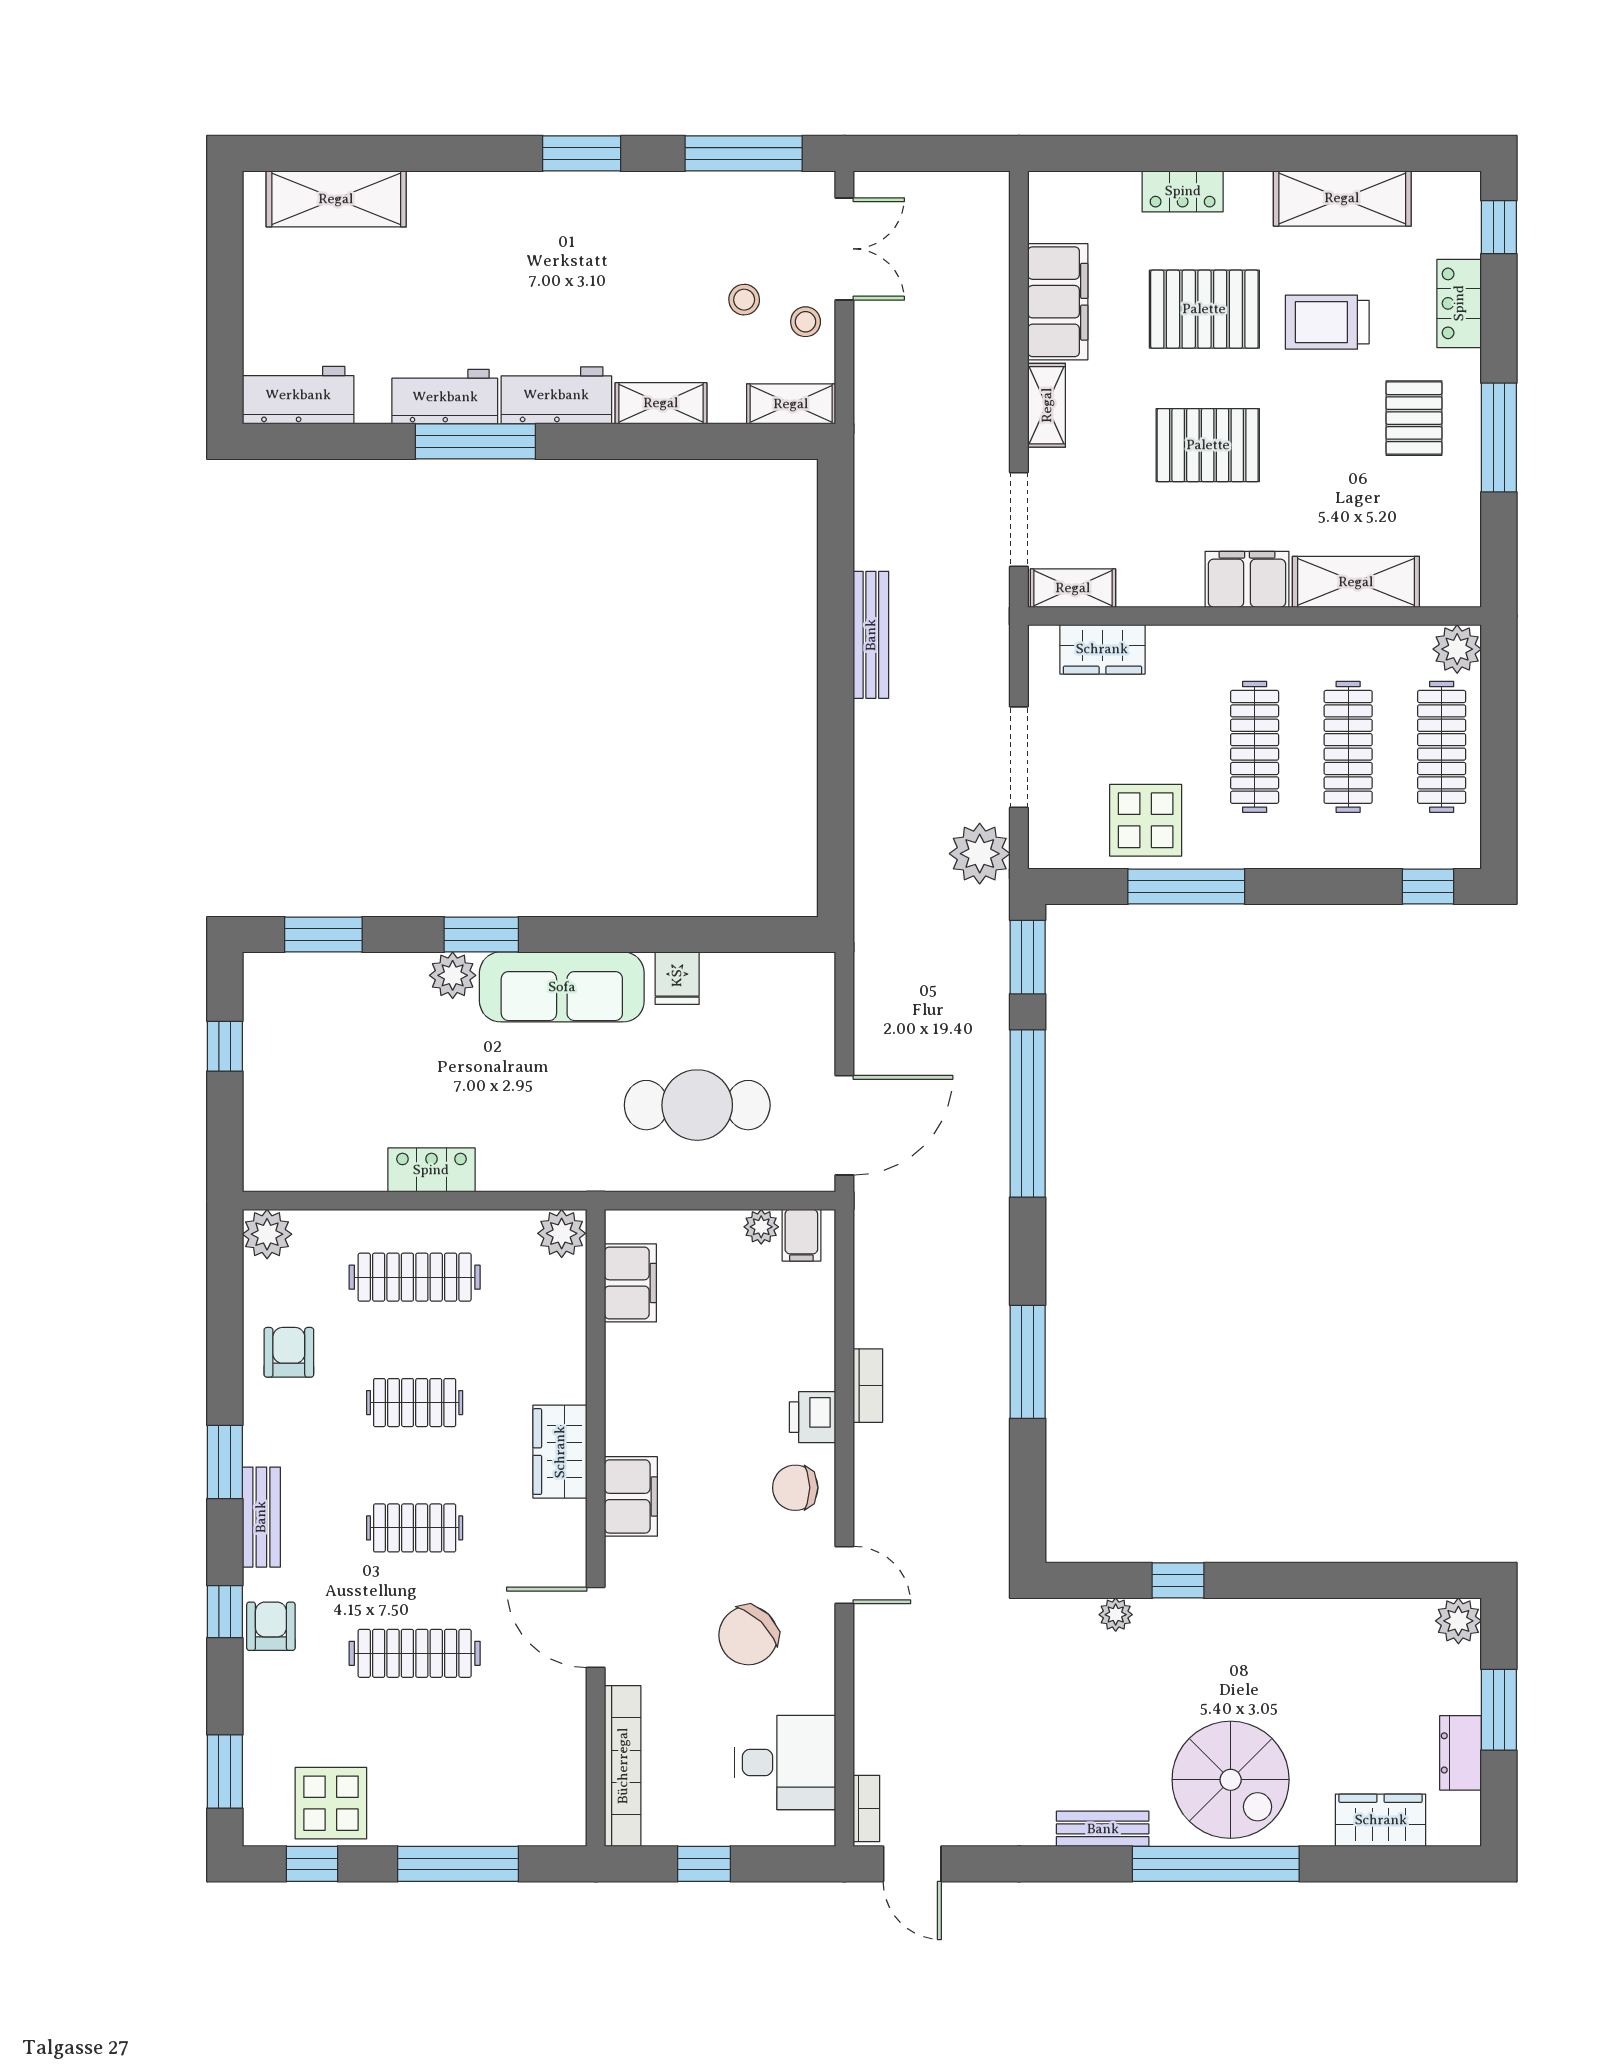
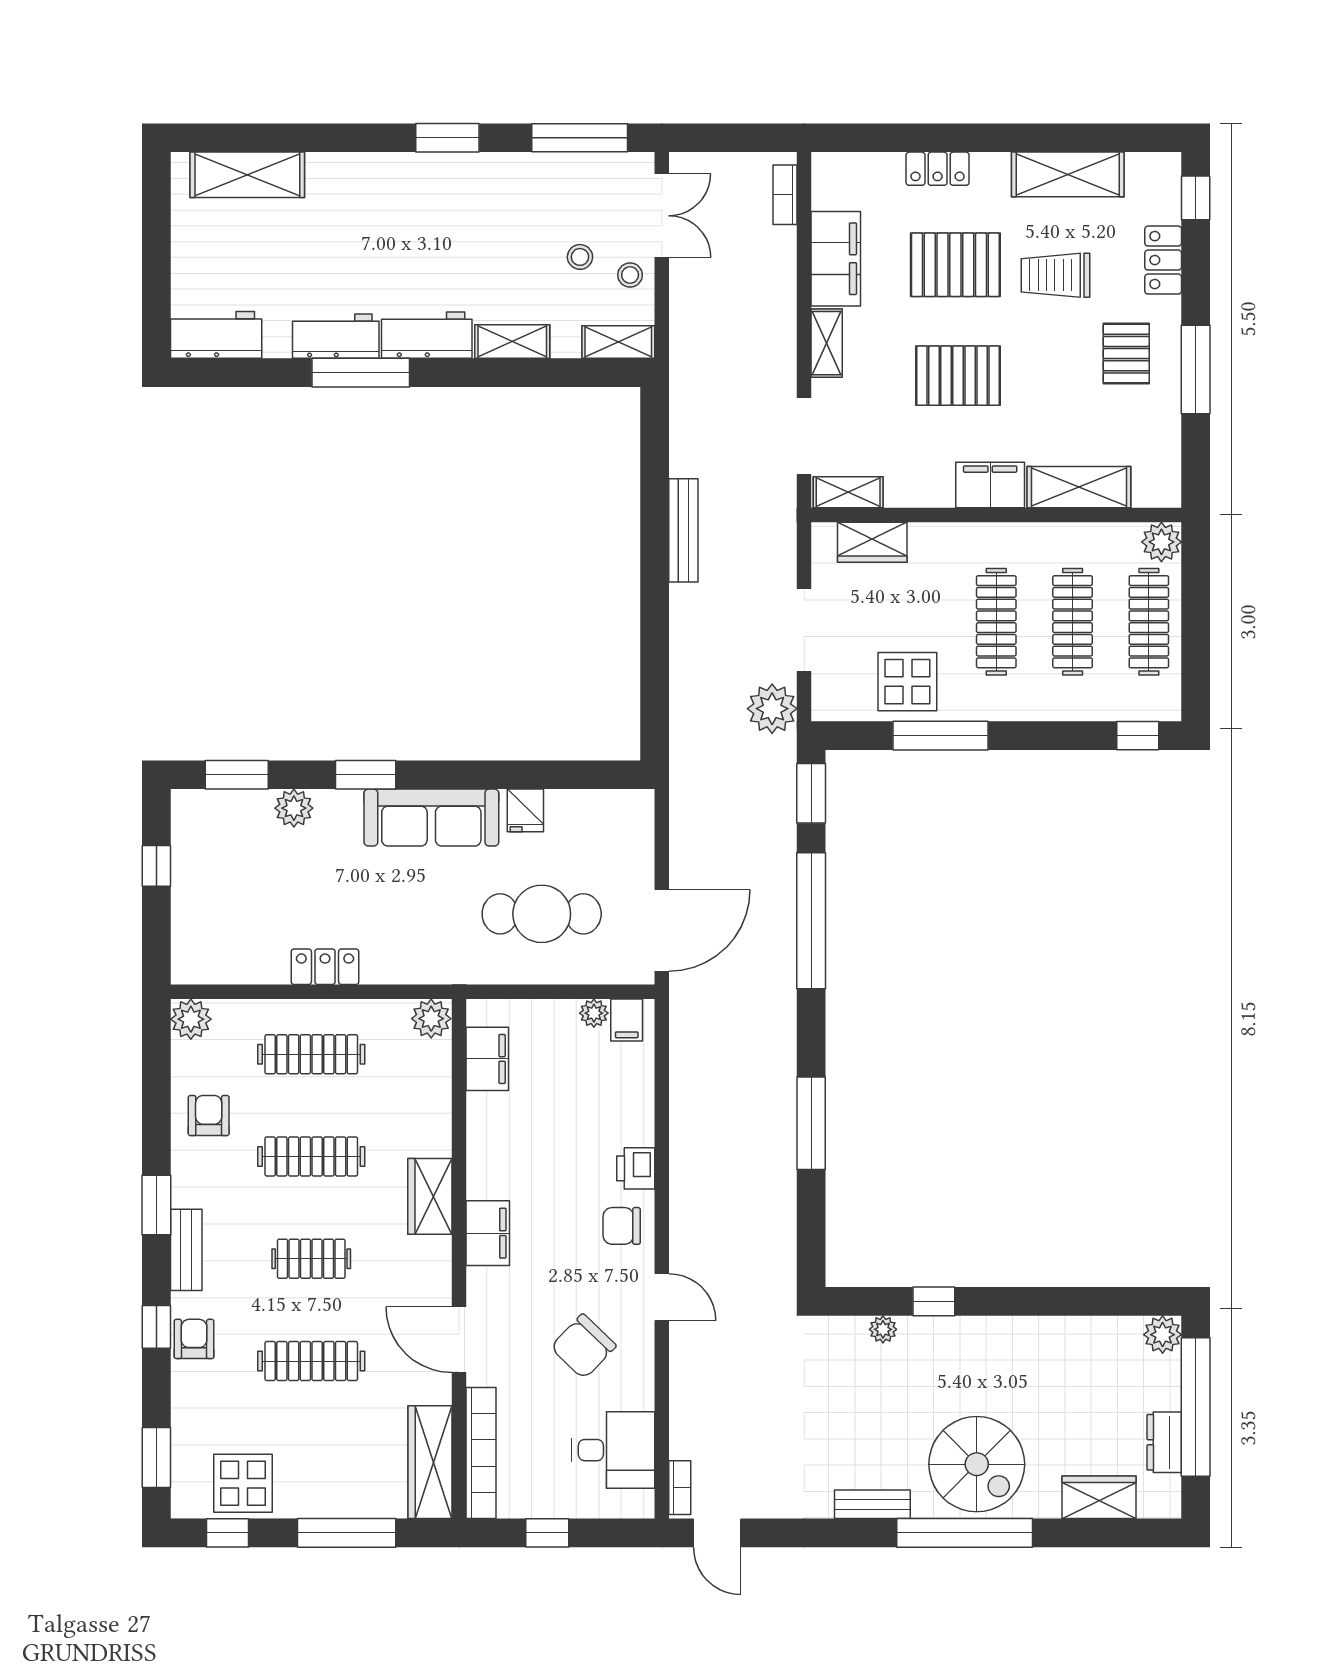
plant: (453, 975) -> (294, 808), moved
bookcase: (868, 1386) -> (785, 195), moved, turned 180
clothes rail: (415, 1403) -> (311, 1156), width x1.36
window: (1499, 1710) -> (1196, 1407), width x2.11
wardrobe: (560, 1777) -> (430, 1462), added

